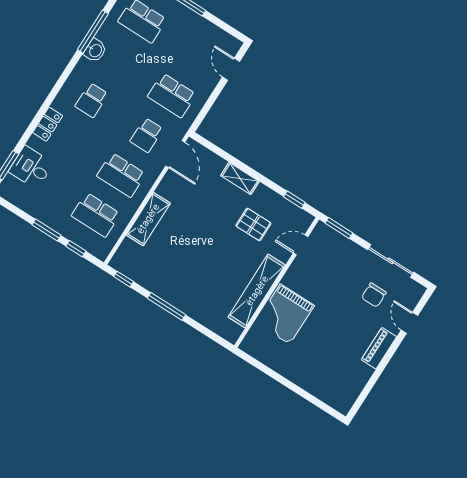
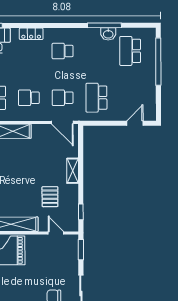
washbasin: (95, 50) -> (108, 34), moved
door: (175, 154) -> (62, 122), hinge flipped
school desk: (121, 175) -> (29, 98), width x0.54

